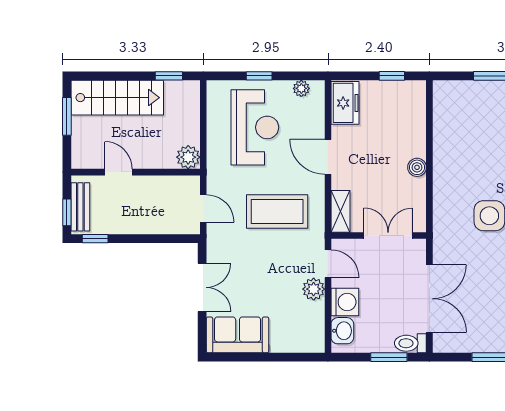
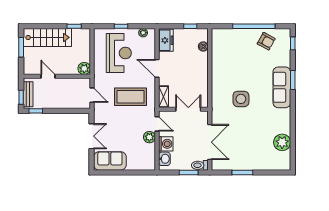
boiler: (417, 167) -> (203, 47), moved

